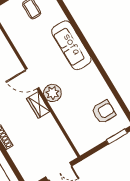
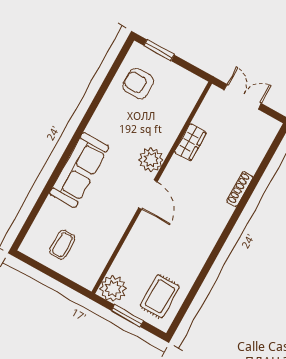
wardrobe: (38, 105) -> (190, 142), moved

